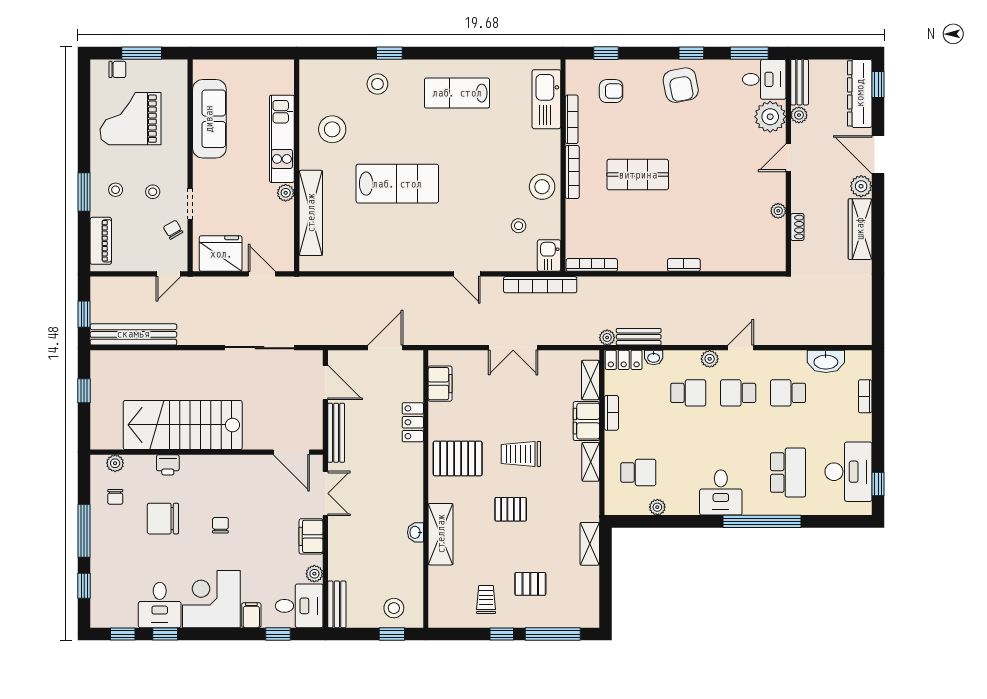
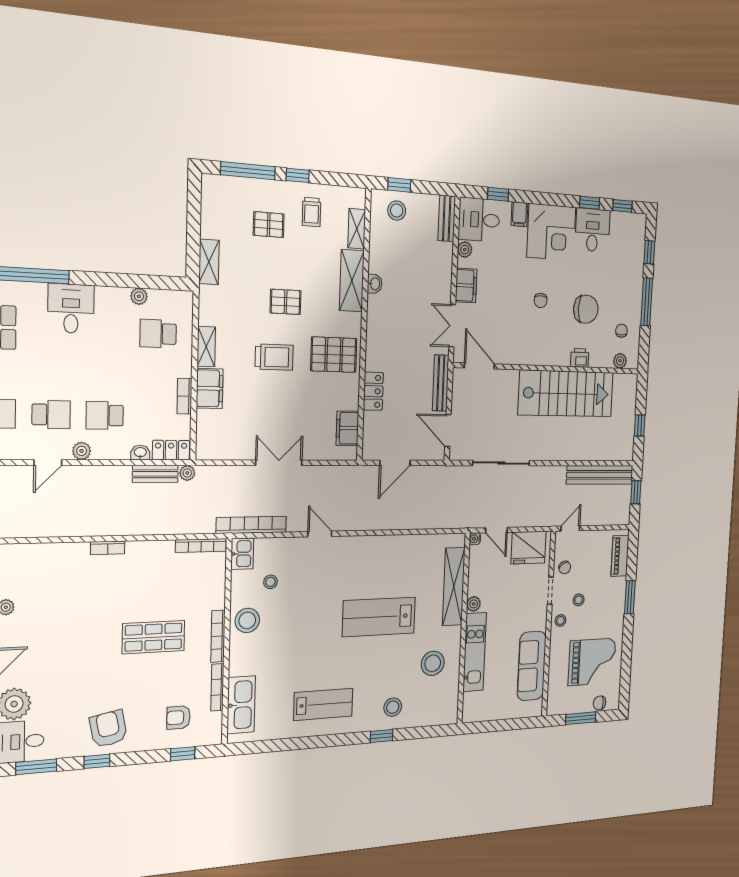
stool: (116, 190) -> (560, 620), moved
water cooler: (288, 265) -> (475, 539), added
shelving: (591, 380) -> (357, 229), moved

